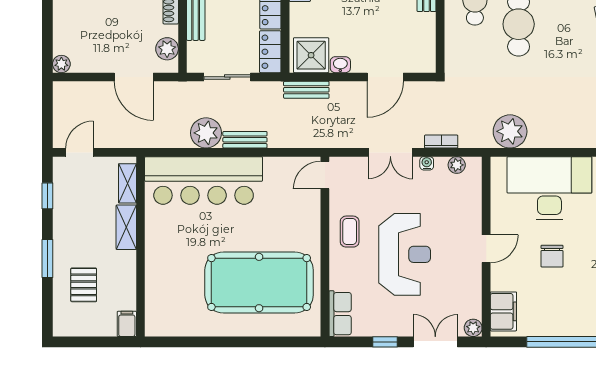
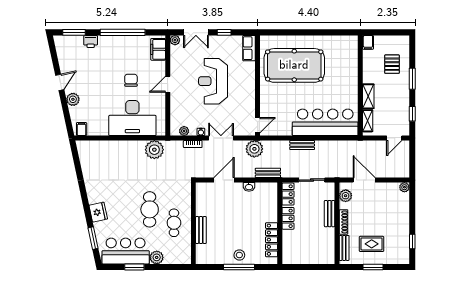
shower: (311, 55) -> (265, 192), removed
plant: (206, 133) -> (254, 149), moved
coffee table: (350, 232) -> (244, 94), removed

